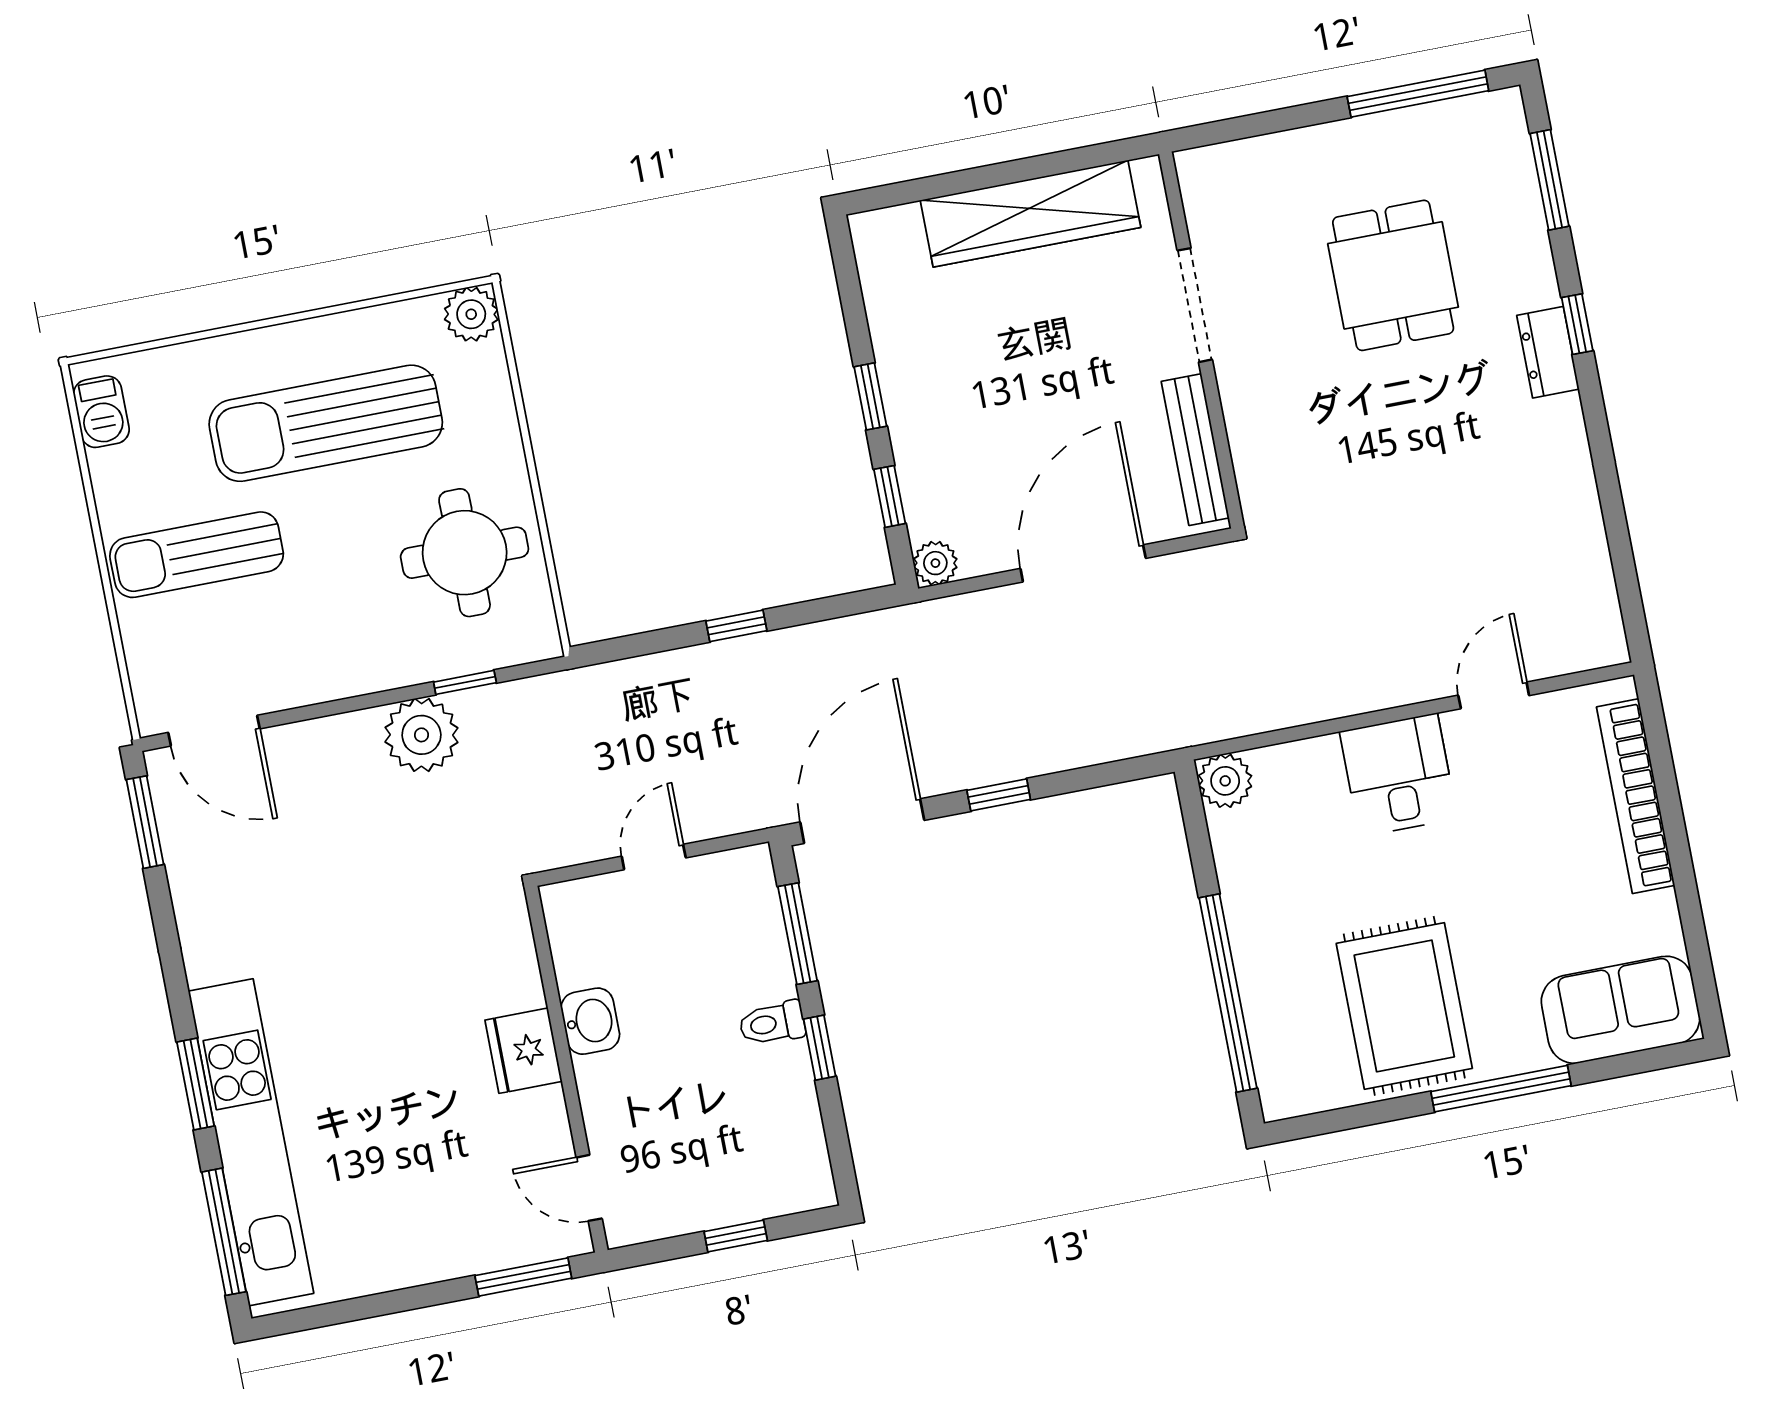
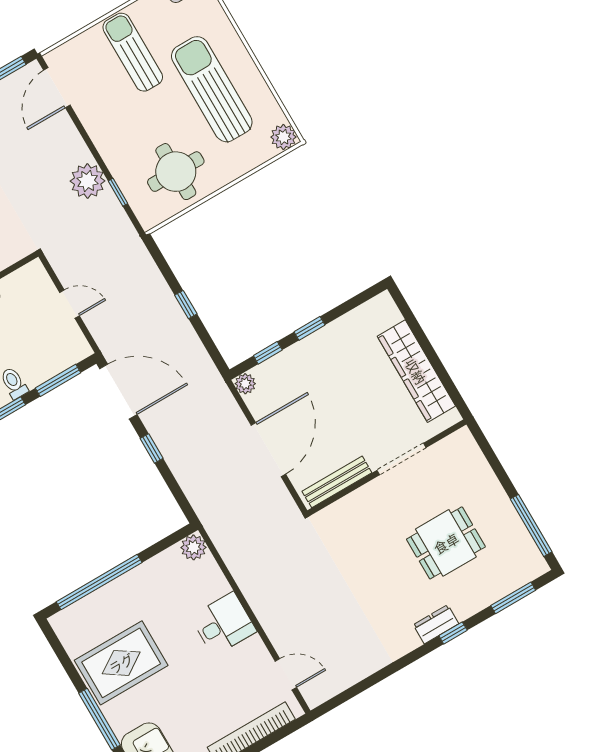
door: (1083, 563) -> (268, 450), hinge flipped
door: (1494, 695) -> (286, 674), moved

